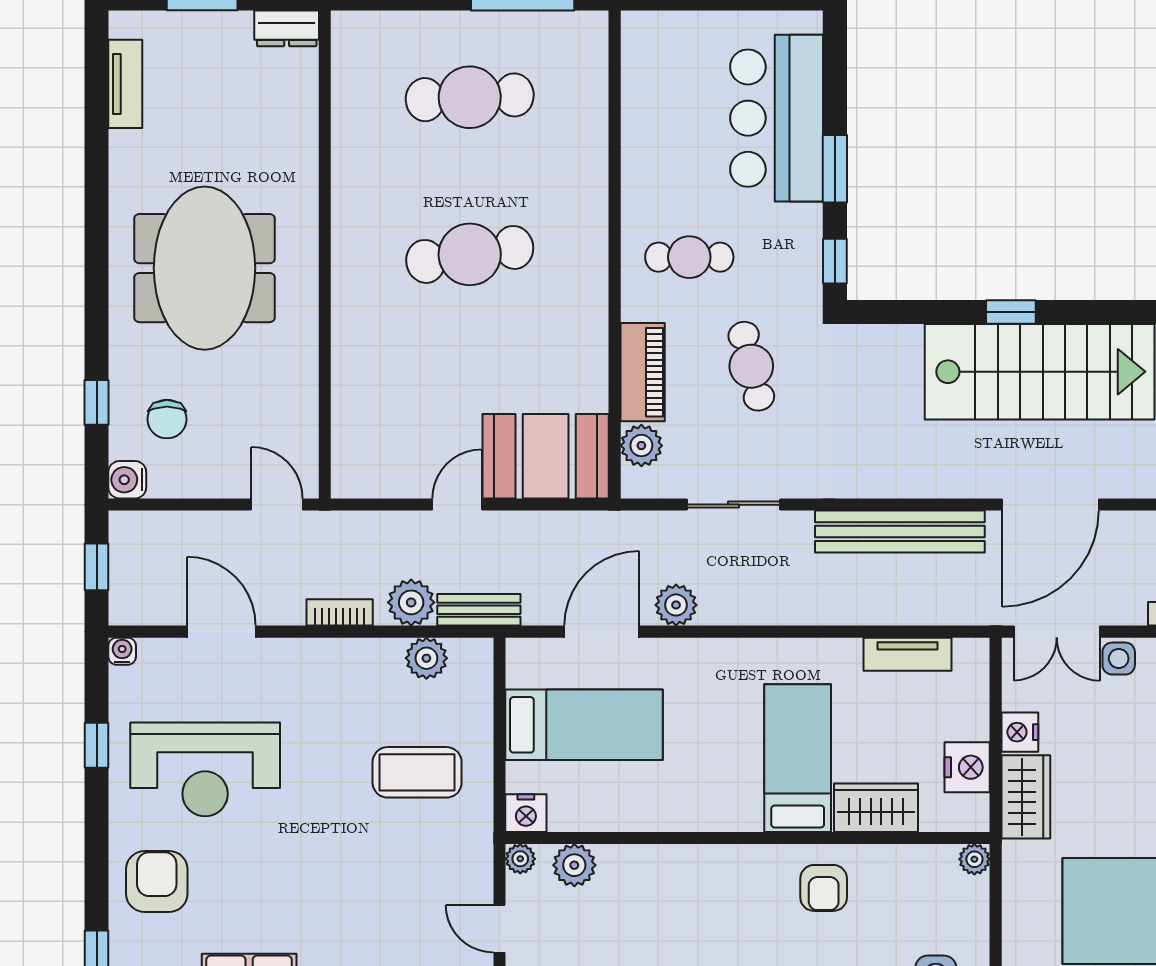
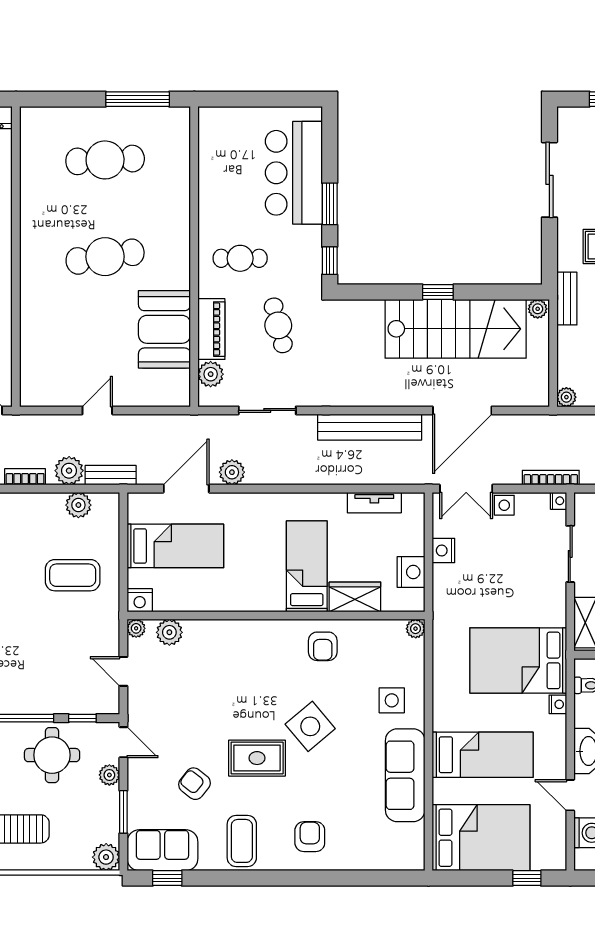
booth: (546, 456) -> (164, 329), moved, turned 90
wardrobe: (1026, 797) -> (447, 590), removed

